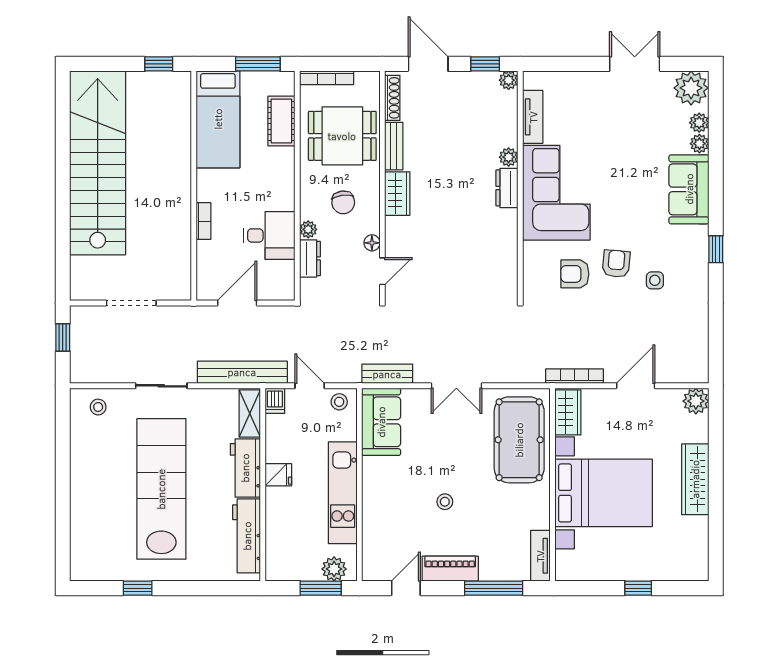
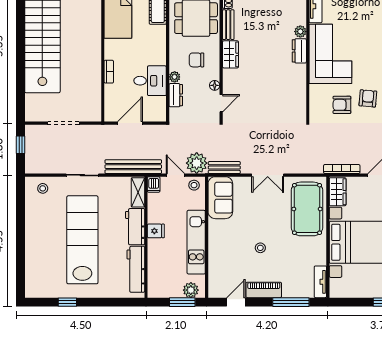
chair: (343, 202) -> (197, 60), turned 98
plant: (343, 367) -> (197, 163), added

